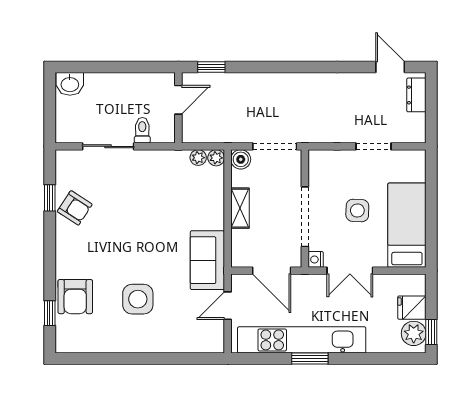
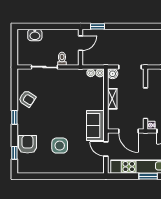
washbasin: (70, 84) -> (35, 35), moved
window: (50, 198) -> (14, 117), moved
armchair: (75, 297) -> (27, 144), turned 180
door: (228, 306) -> (106, 149), hinge flipped

